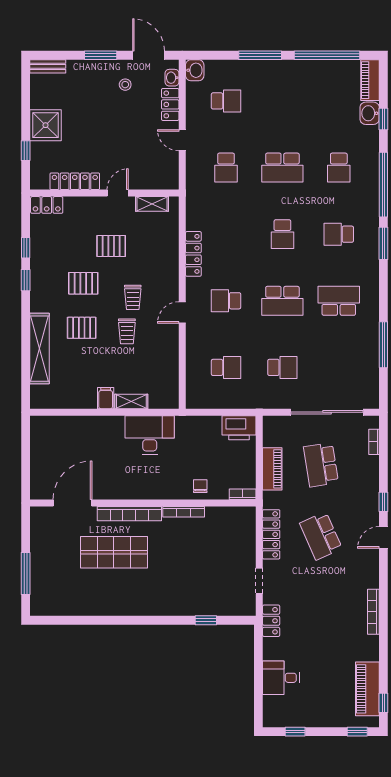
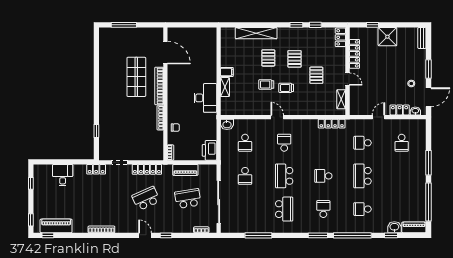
washbasin: (195, 70) -> (227, 124), moved
locker: (193, 254) -> (332, 124), moved

